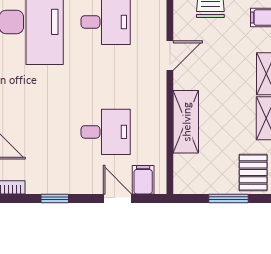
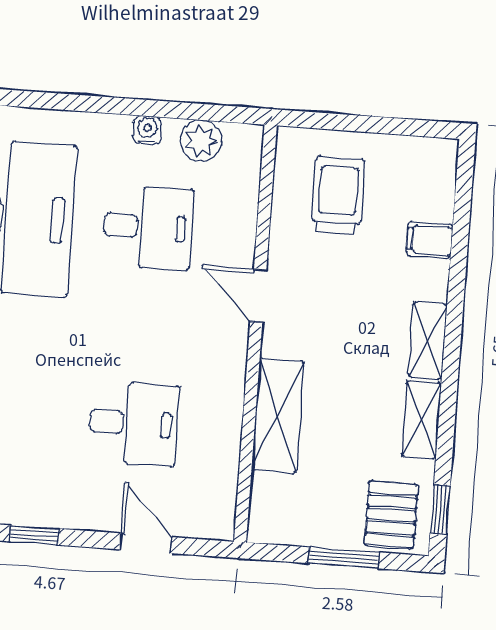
door: (170, 56) -> (258, 296), swing flipped
filing cabinet: (143, 180) -> (194, 513), removed

